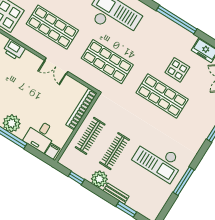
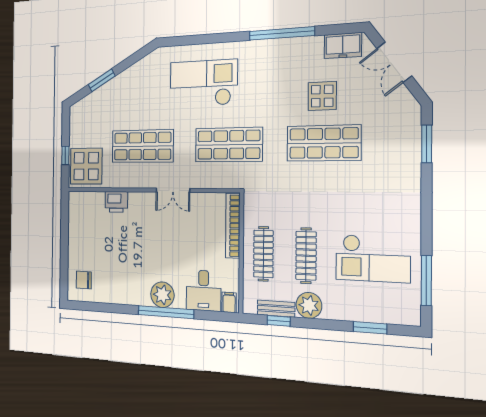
checkout: (158, 160) -> (373, 258), moved
window: (184, 181) -> (426, 281), moved
bench: (116, 194) -> (276, 309), moved

